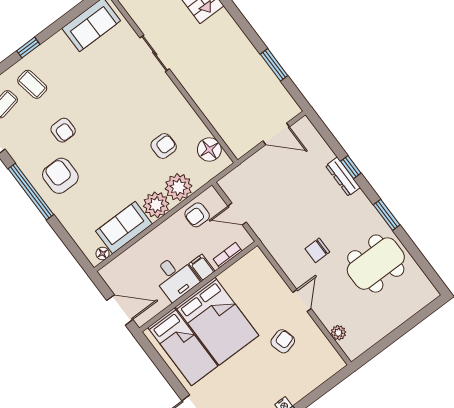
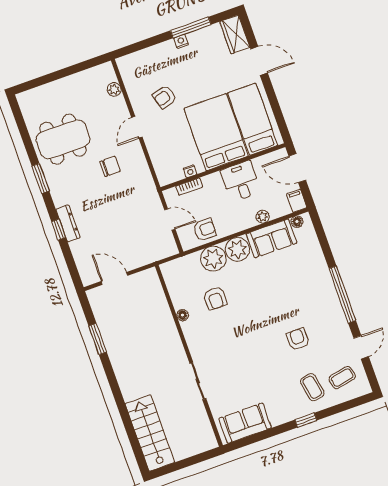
armchair: (164, 146) -> (215, 298), turned -90
floor lamp: (209, 149) -> (183, 315), moved, width x0.53, depth x0.53
armchair: (60, 176) -> (313, 300), removed
plant: (140, 247) -> (263, 217), added
filing cabinet: (202, 268) -> (297, 201), moved, turned 180
nightstand: (232, 272) -> (190, 171), added

